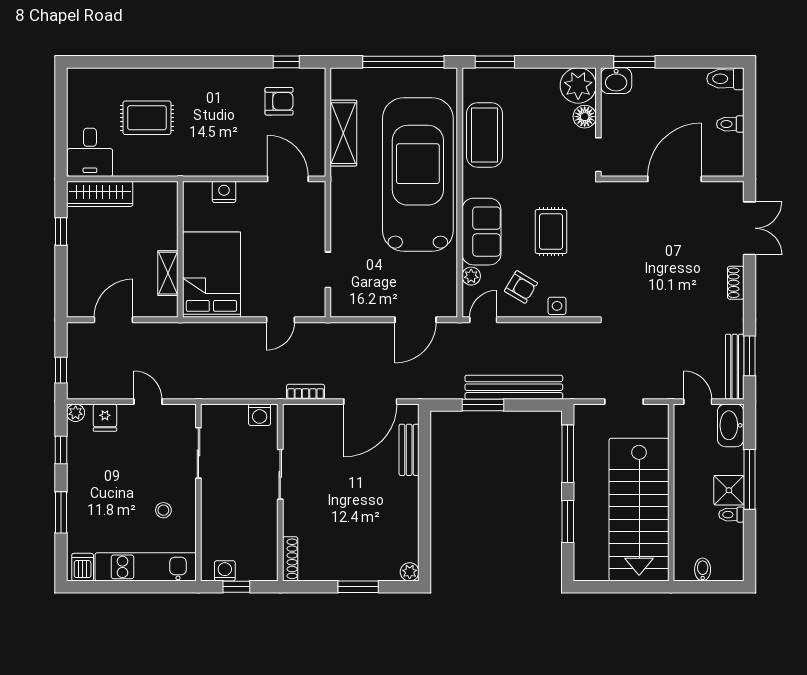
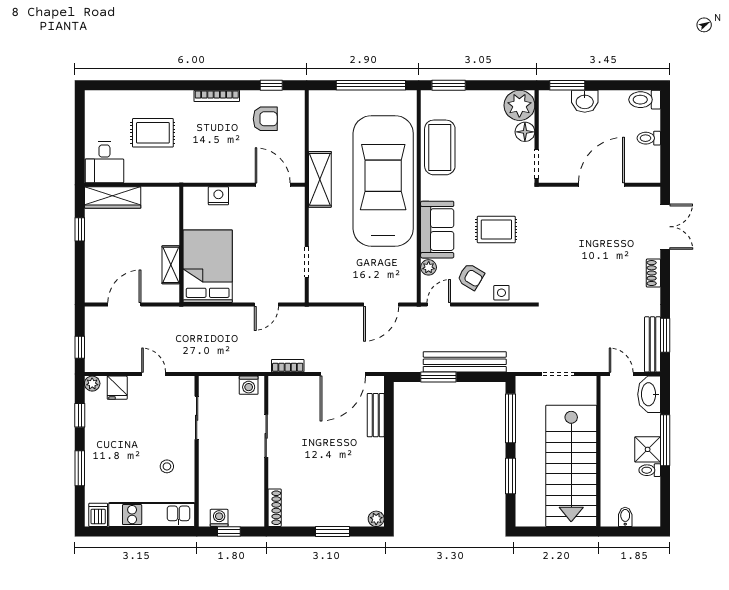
bookcase: (222, 74) -> (217, 96), added
washbasin: (616, 81) -> (585, 101), moved
shelving: (343, 133) -> (320, 179), moved
rug: (551, 232) -> (496, 230), turned 90

